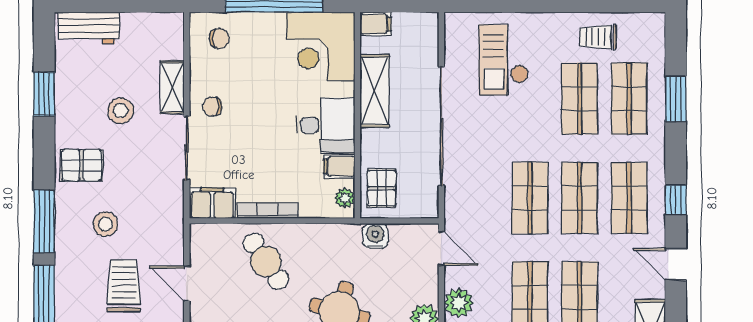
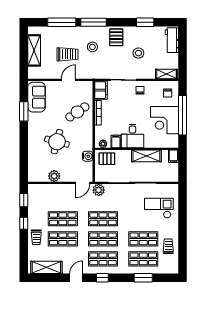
corner desk: (321, 46) -> (164, 120), moved, turned -90
shelving: (172, 87) -> (166, 74), moved
plant: (459, 303) -> (99, 190), moved

